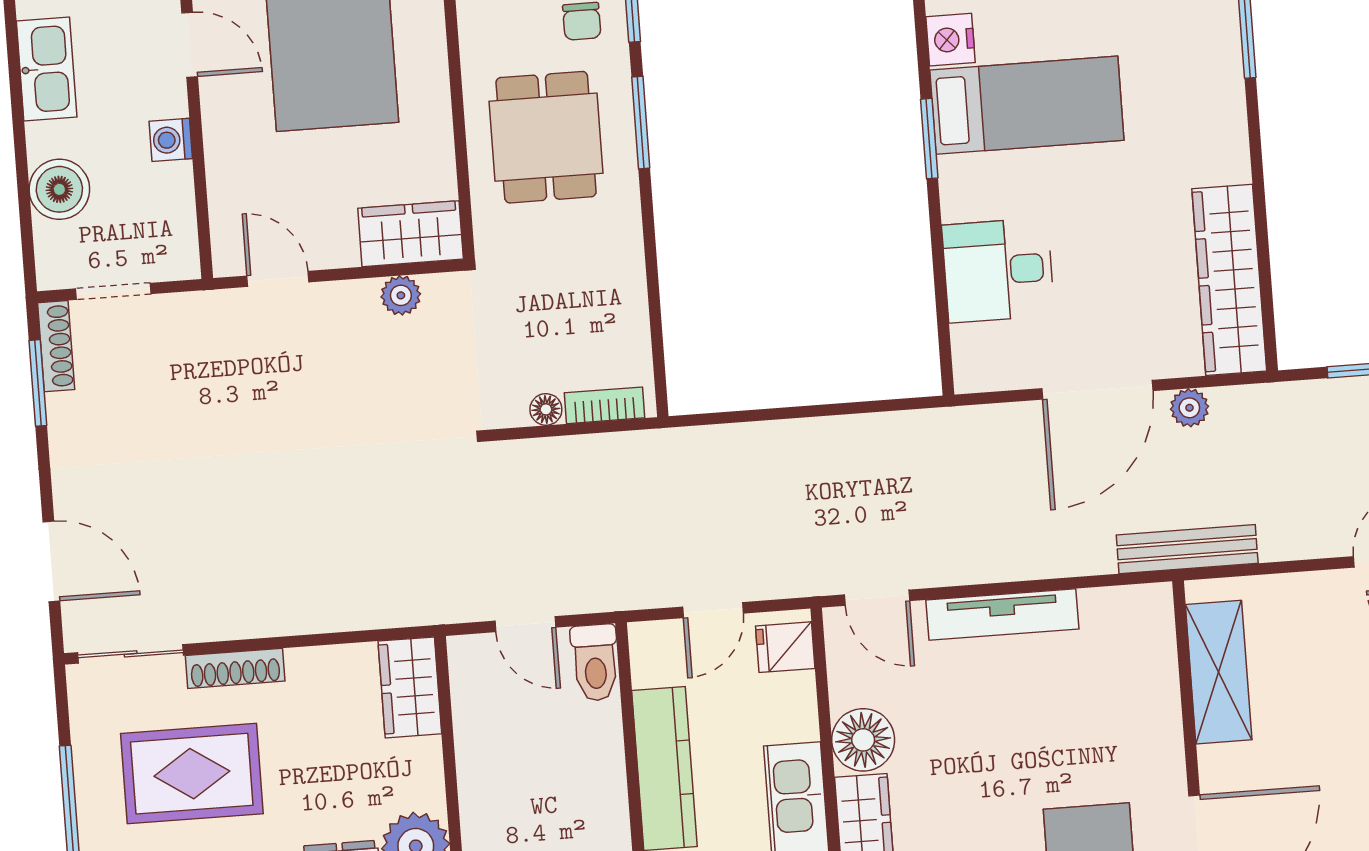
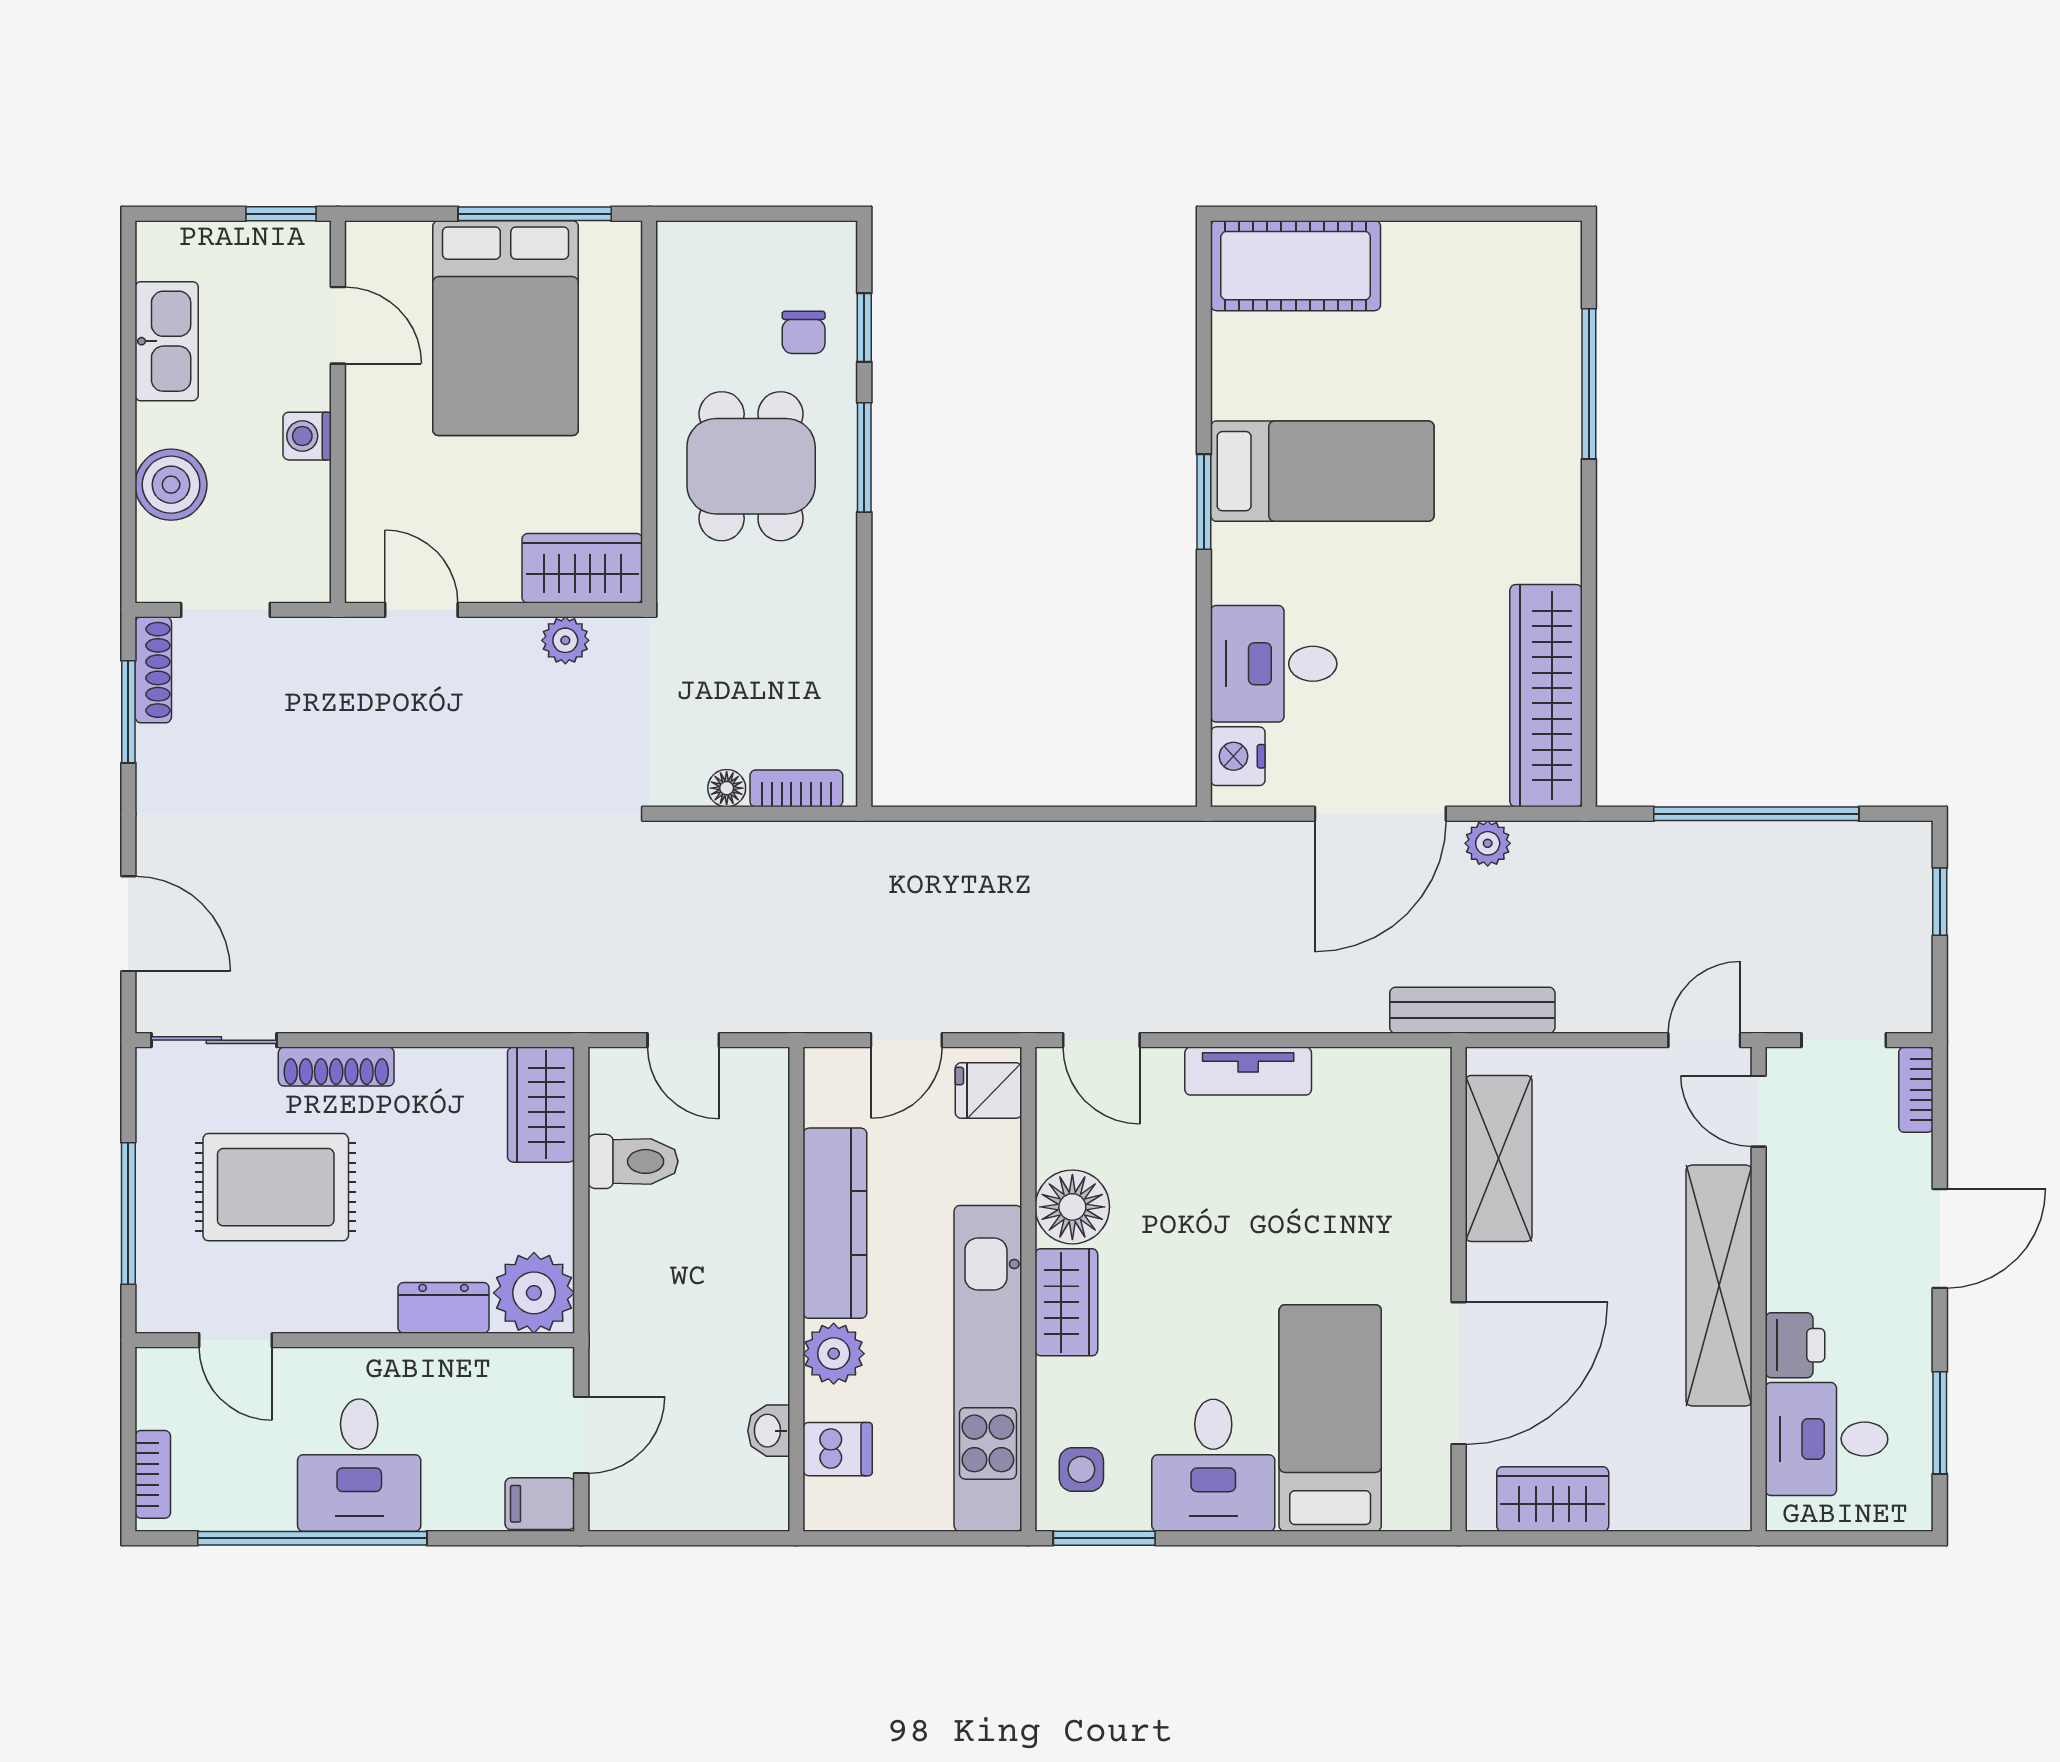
nightstand: (950, 40) -> (1238, 756), moved
tv unit: (1002, 614) -> (1248, 1071), width x0.71
toilet: (595, 663) -> (633, 1161), moved, turned -90

